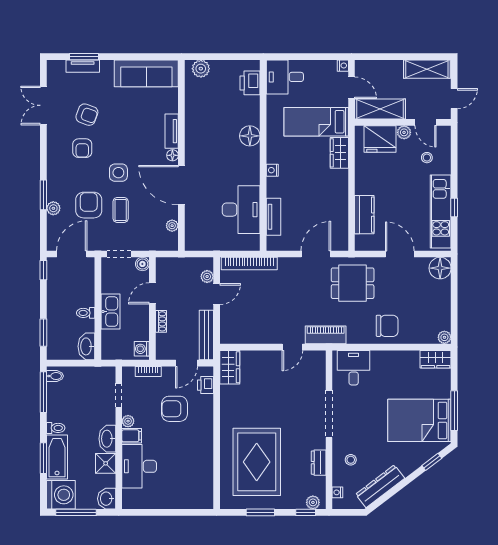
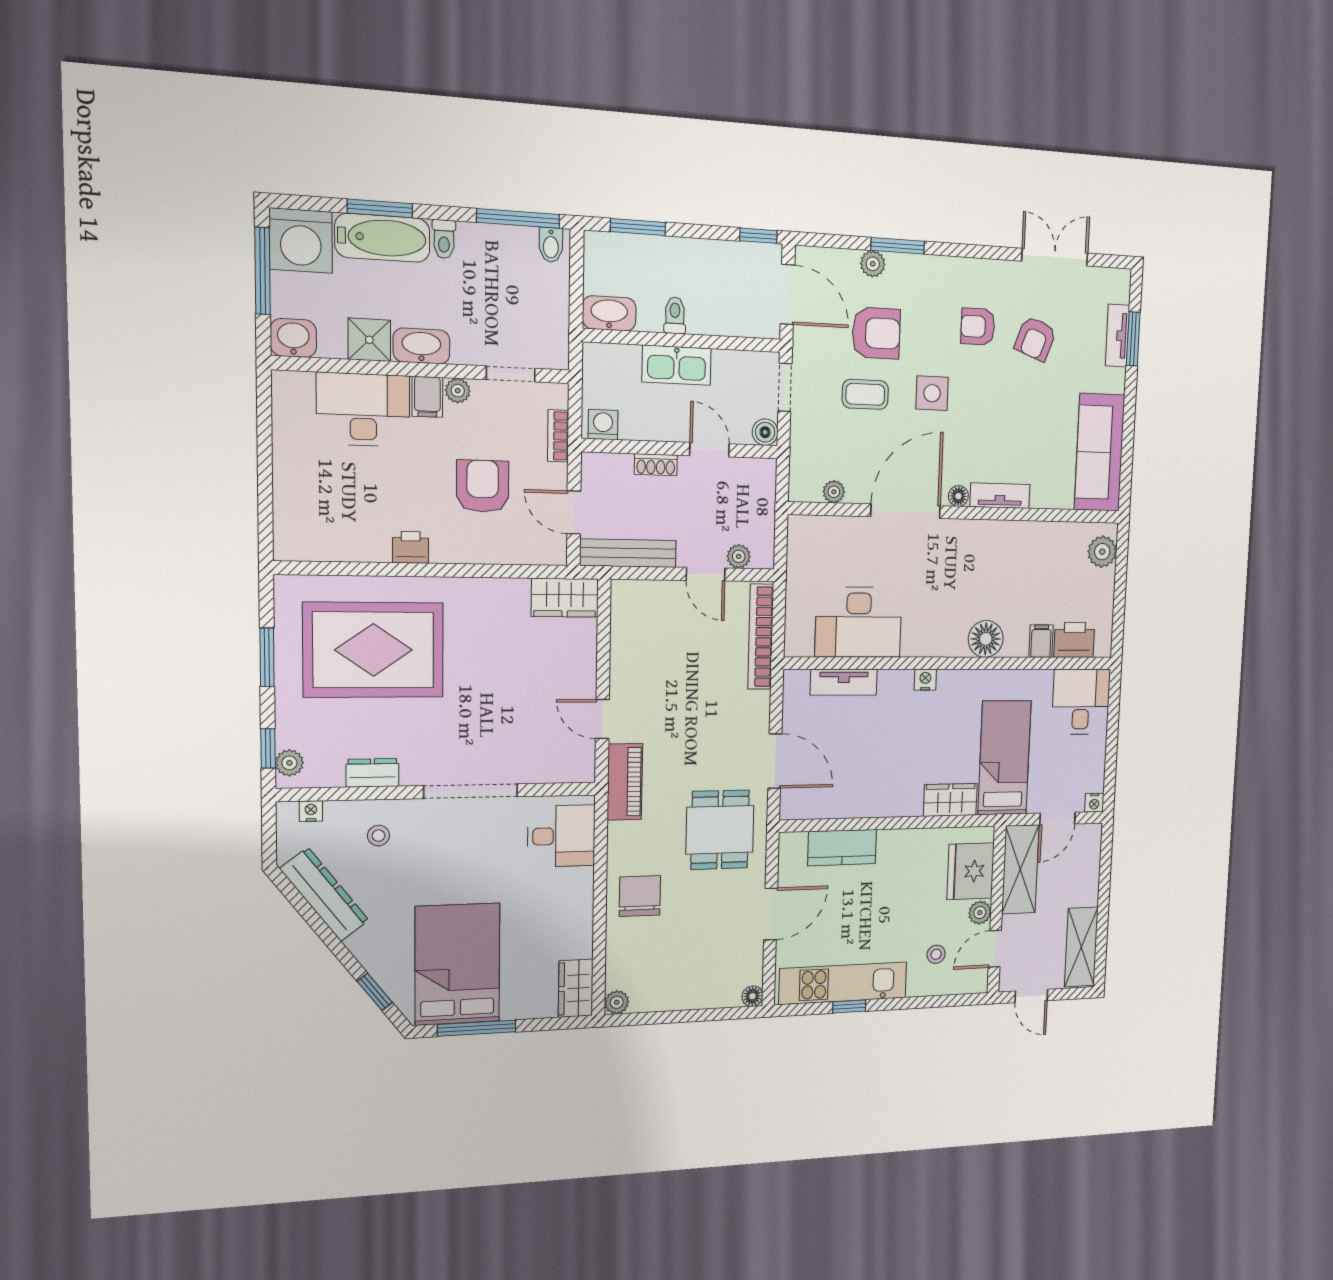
filing cabinet: (251, 103) -> (1041, 641), added
floor lamp: (440, 268) -> (752, 996), width x0.53, depth x0.53
chair: (387, 326) -> (640, 896), turned 180
printer: (206, 385) -> (411, 547), moved

